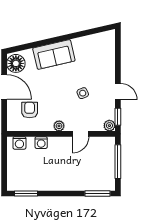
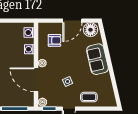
coffee table: (103, 66) -> (89, 97), added
door: (81, 134) -> (36, 80), width x1.87

